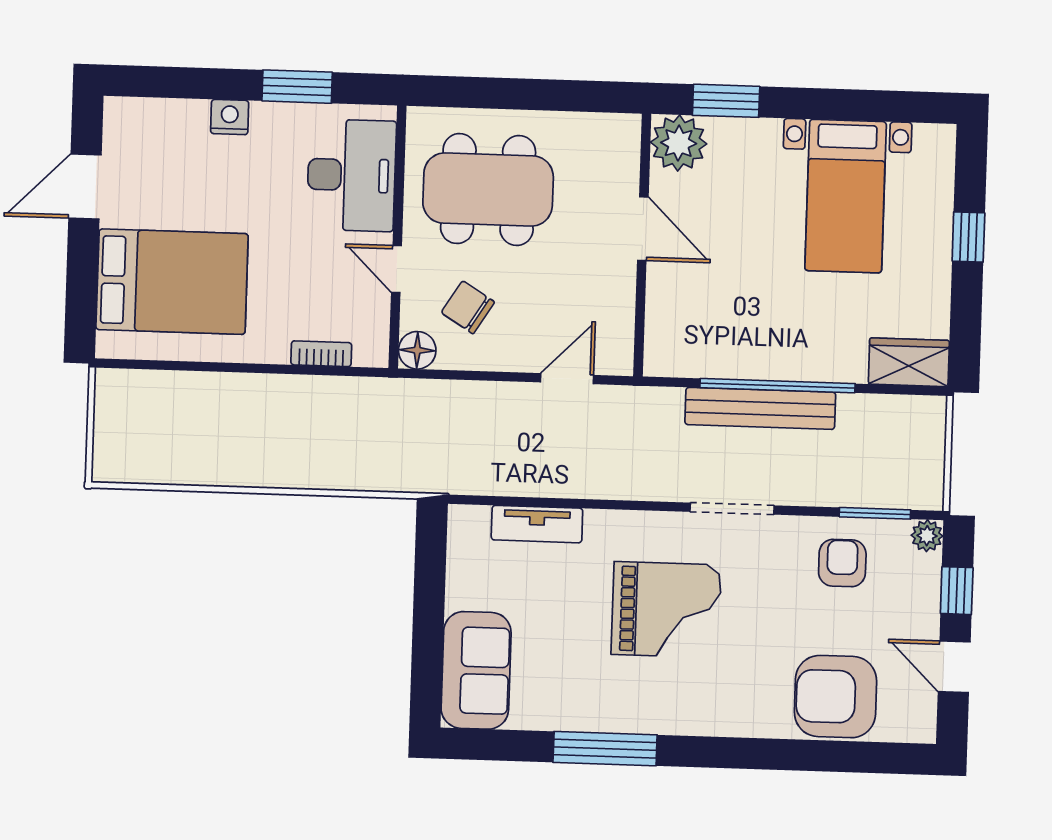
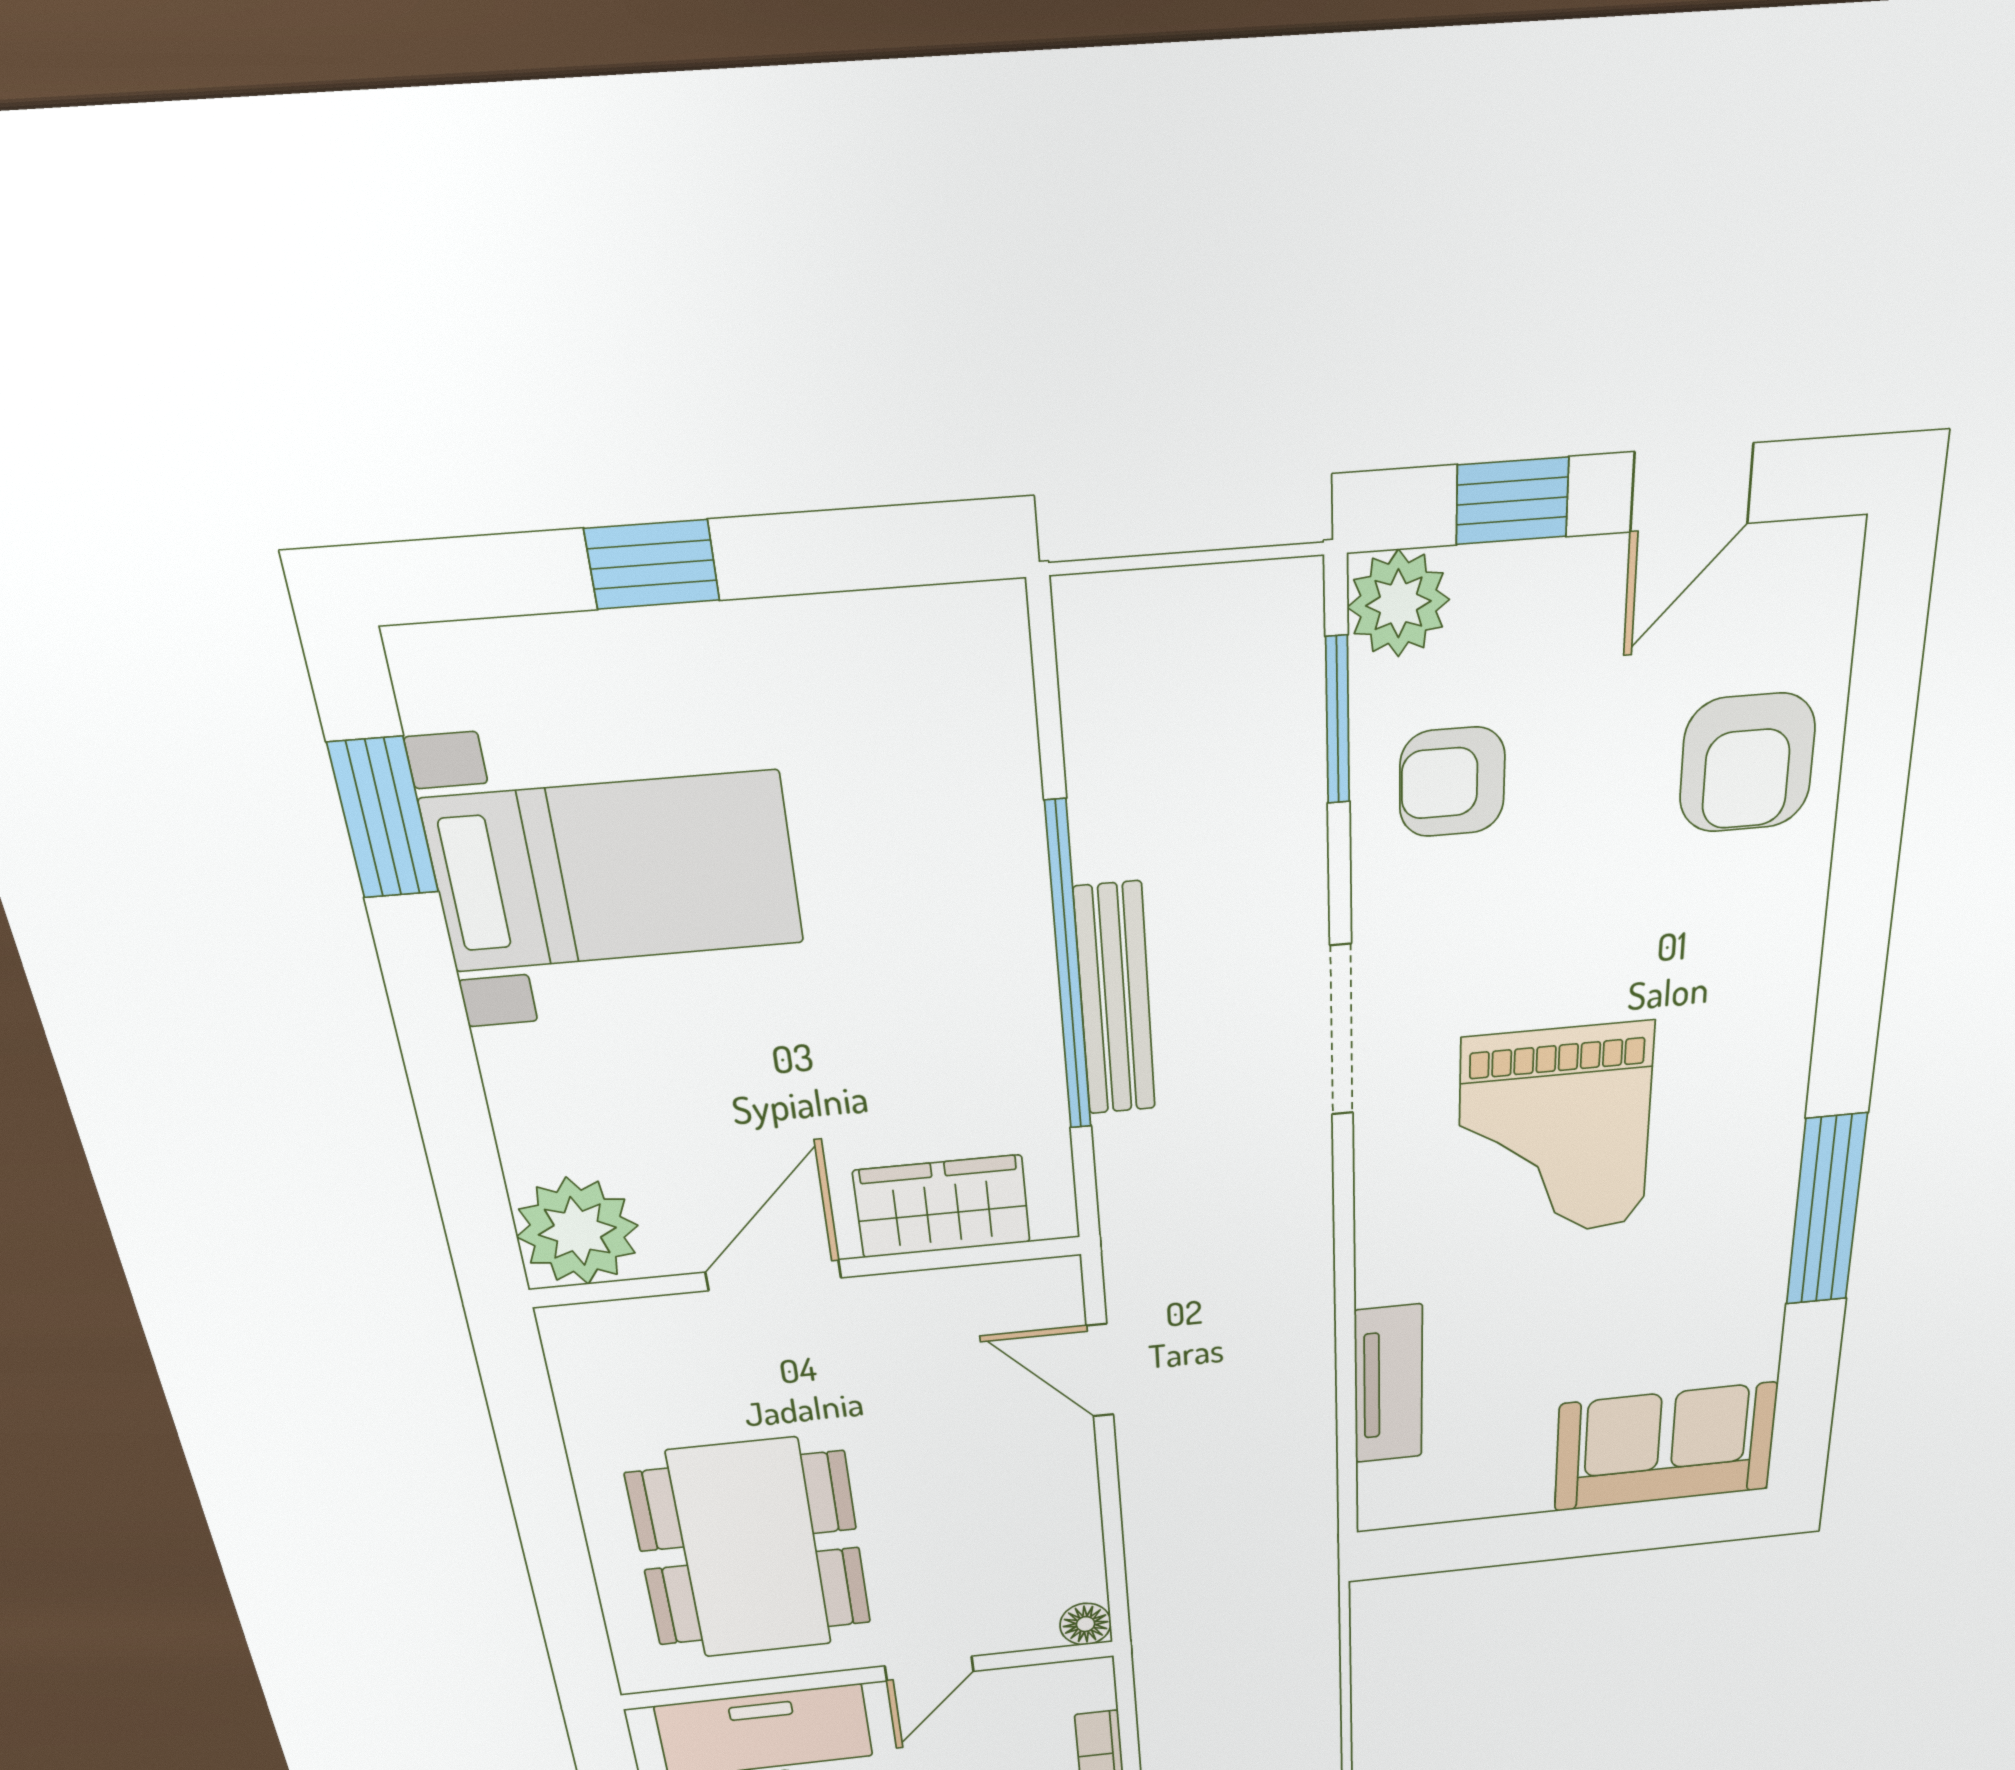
window: (726, 101) -> (383, 818), moved
chair: (468, 307) -> (983, 1551), removed
floor lamp: (417, 350) -> (1086, 1624), width x0.73, depth x0.73
wardrobe: (909, 362) -> (942, 1206), moved, turned 90
bench: (760, 408) -> (1115, 1000), width x0.73, depth x0.82
plant: (927, 536) -> (1398, 603), width x1.38, depth x1.38
grand piano: (666, 610) -> (1554, 1133), turned 180
armchair: (836, 697) -> (1747, 763), width x0.73, depth x0.73

